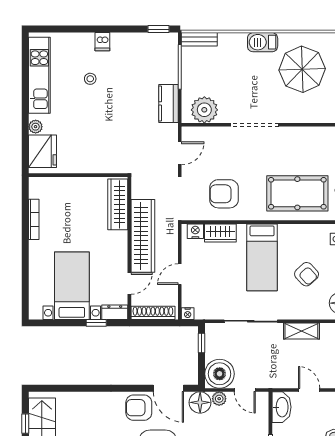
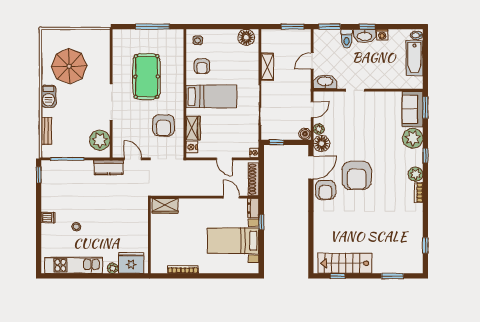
bench: (199, 39) -> (46, 131), moved
kitchen counter: (169, 103) -> (109, 167), moved
pool table: (297, 193) -> (147, 76), moved
wardrobe: (118, 204) -> (165, 206), width x0.67
wardrobe: (143, 236) -> (195, 187), removed
armchair: (307, 274) -> (202, 66), moved, turned 133
boiler: (220, 374) -> (305, 134), width x0.54, depth x0.54

